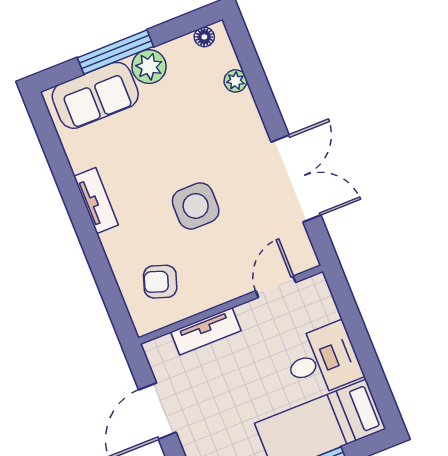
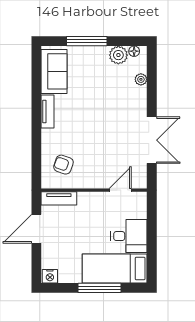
plant: (149, 67) -> (118, 55), moved
sofa: (95, 95) -> (54, 71), moved, turned -90
side table: (196, 206) -> (96, 134), removed
tv unit: (206, 331) -> (59, 198), moved

